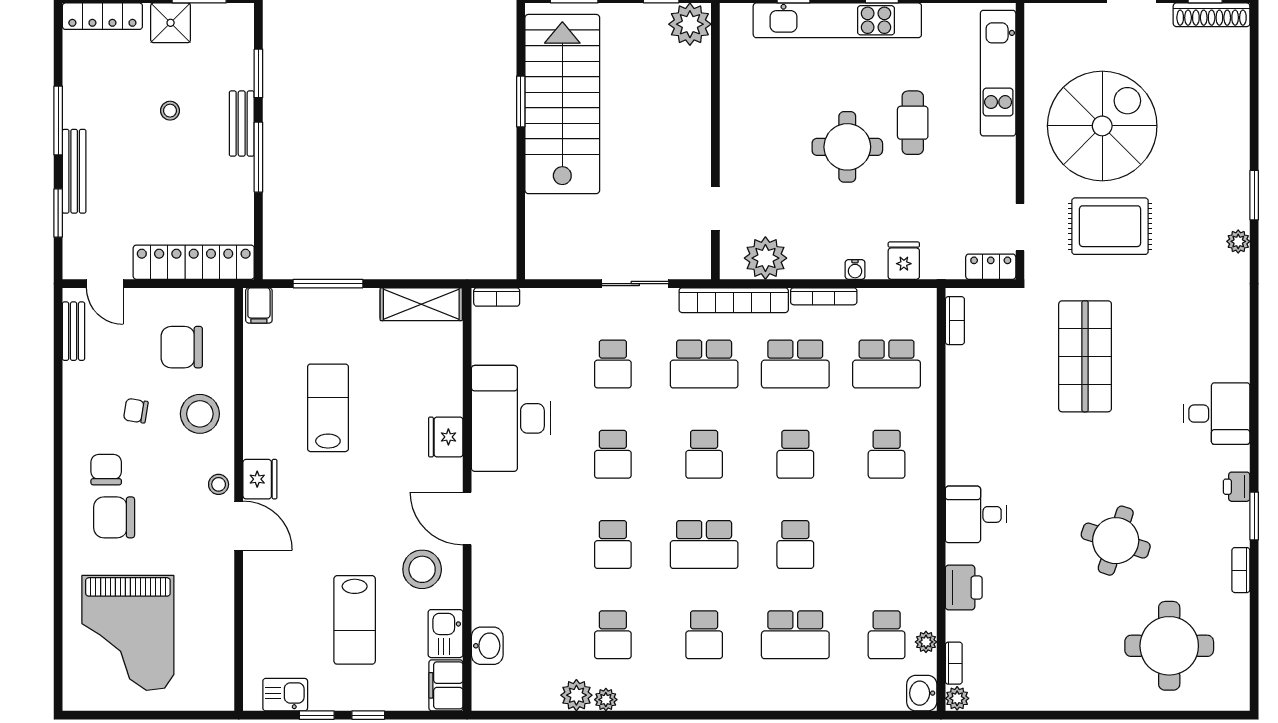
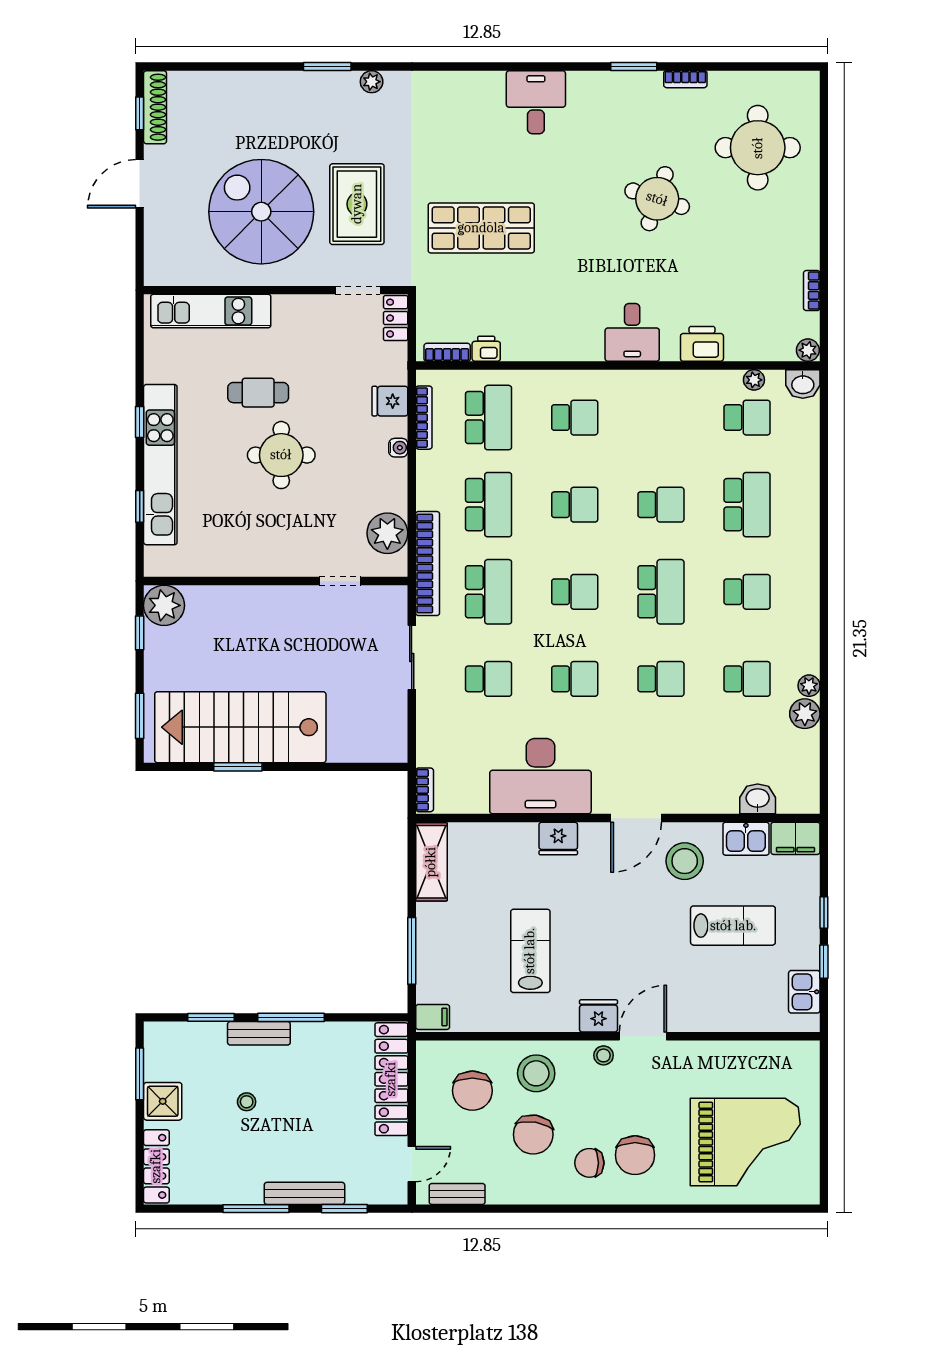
bookcase: (824, 296) -> (424, 418), moved
lab bench: (328, 408) -> (530, 951), turned 90
chair: (136, 411) -> (533, 1135), width x1.87, depth x1.87
printer: (1237, 487) -> (486, 349), moved, turned 180
bookcase: (954, 663) -> (812, 291), moved, turned -90

